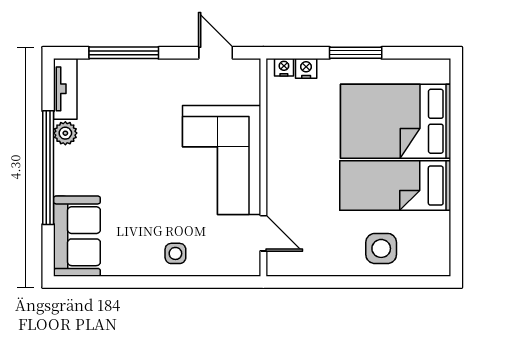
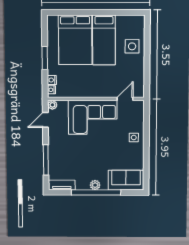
plant: (250, 69) -> (52, 105), added
plant: (65, 133) -> (95, 185), moved

